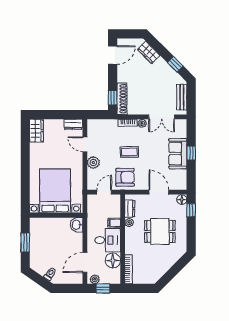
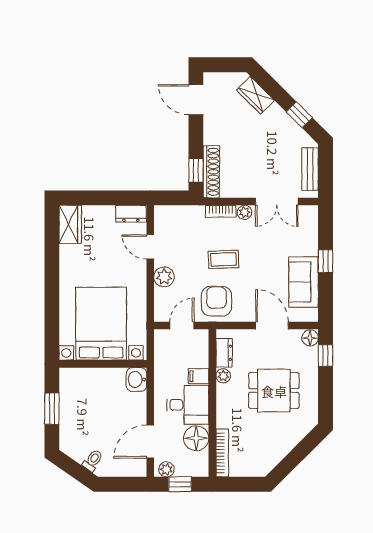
door: (113, 55) -> (196, 100), swing flipped
sofa: (178, 154) -> (304, 282), moved
armchair: (125, 177) -> (217, 301), turned -90

